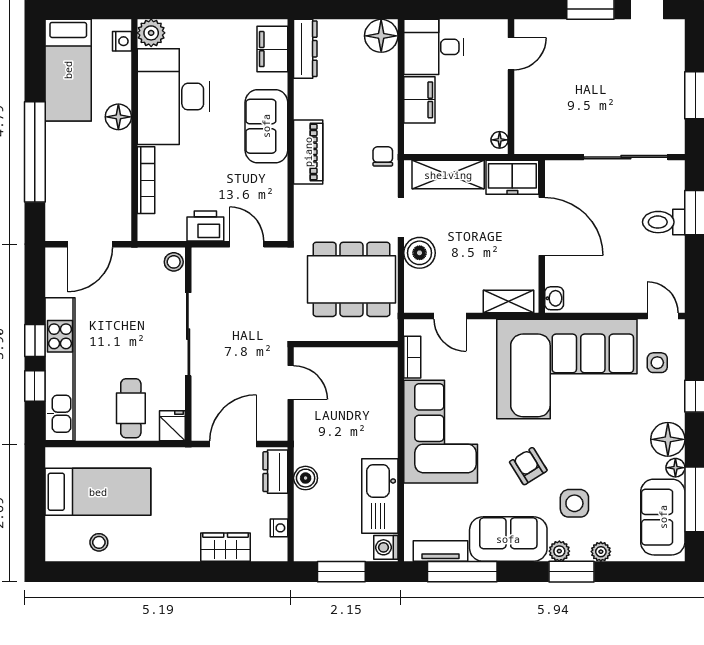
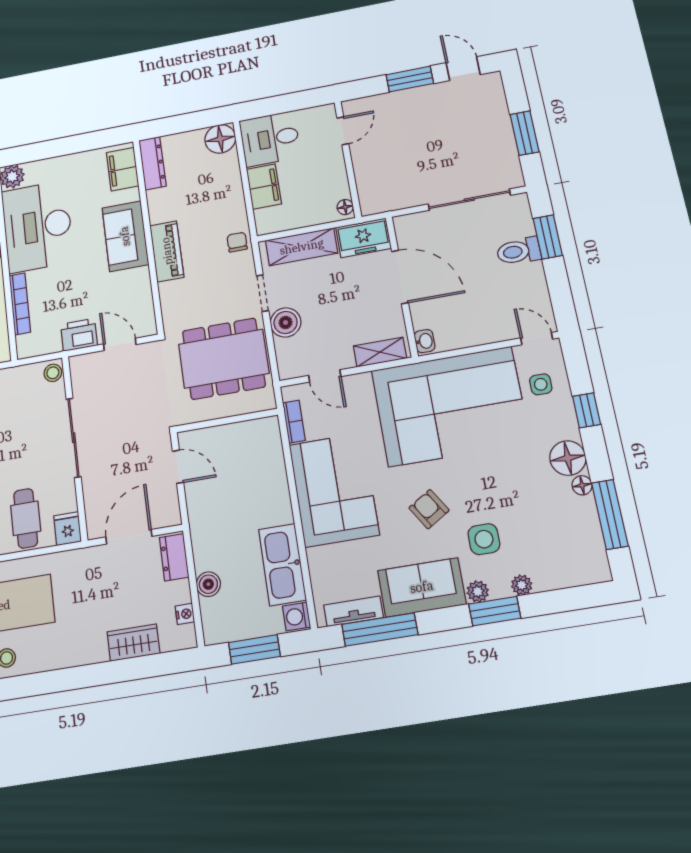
boiler: (306, 478) -> (208, 584), moved
sofa: (663, 517) -> (580, 538), removed

